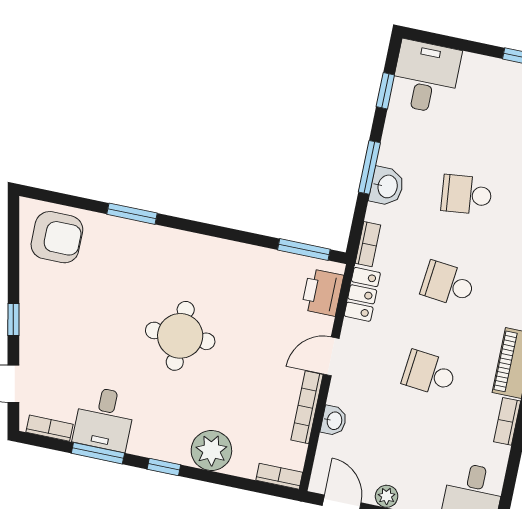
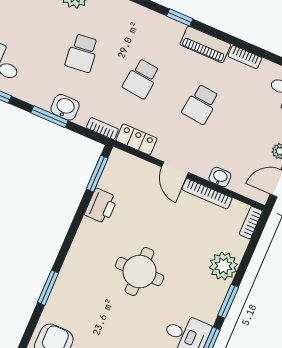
printer: (322, 292) -> (101, 206), moved, turned -90
window: (164, 467) -> (228, 301), width x1.50

